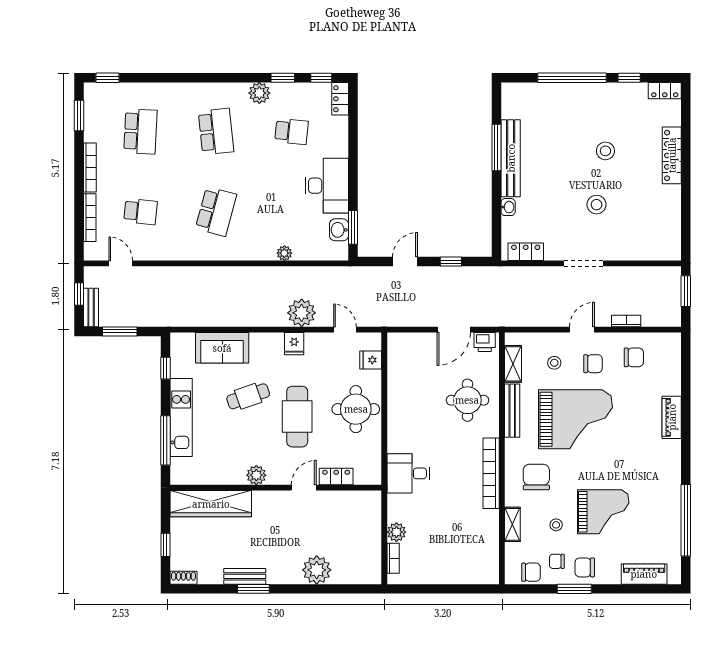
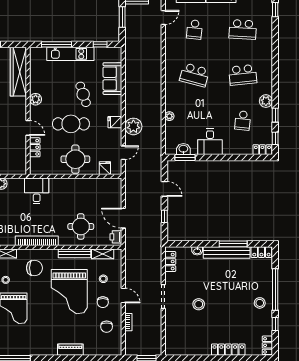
locker: (510, 100) -> (261, 252), added
stool: (605, 151) -> (260, 303), moved
desk: (327, 186) -> (210, 142), width x0.73

